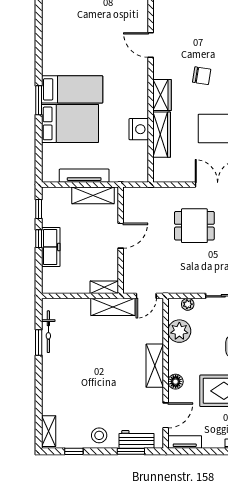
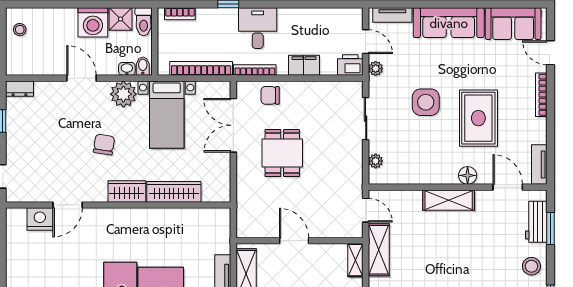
nightstand: (139, 129) -> (40, 219), moved
plant: (179, 331) -> (407, 171), removed

